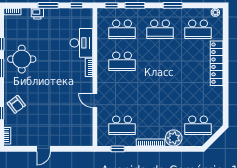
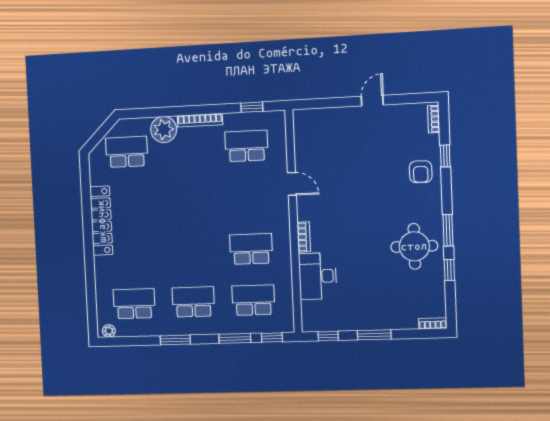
printer: (37, 14) -> (391, 321), removed
locker: (217, 63) -> (101, 221), moved
armchair: (16, 104) -> (421, 172), turned -143

